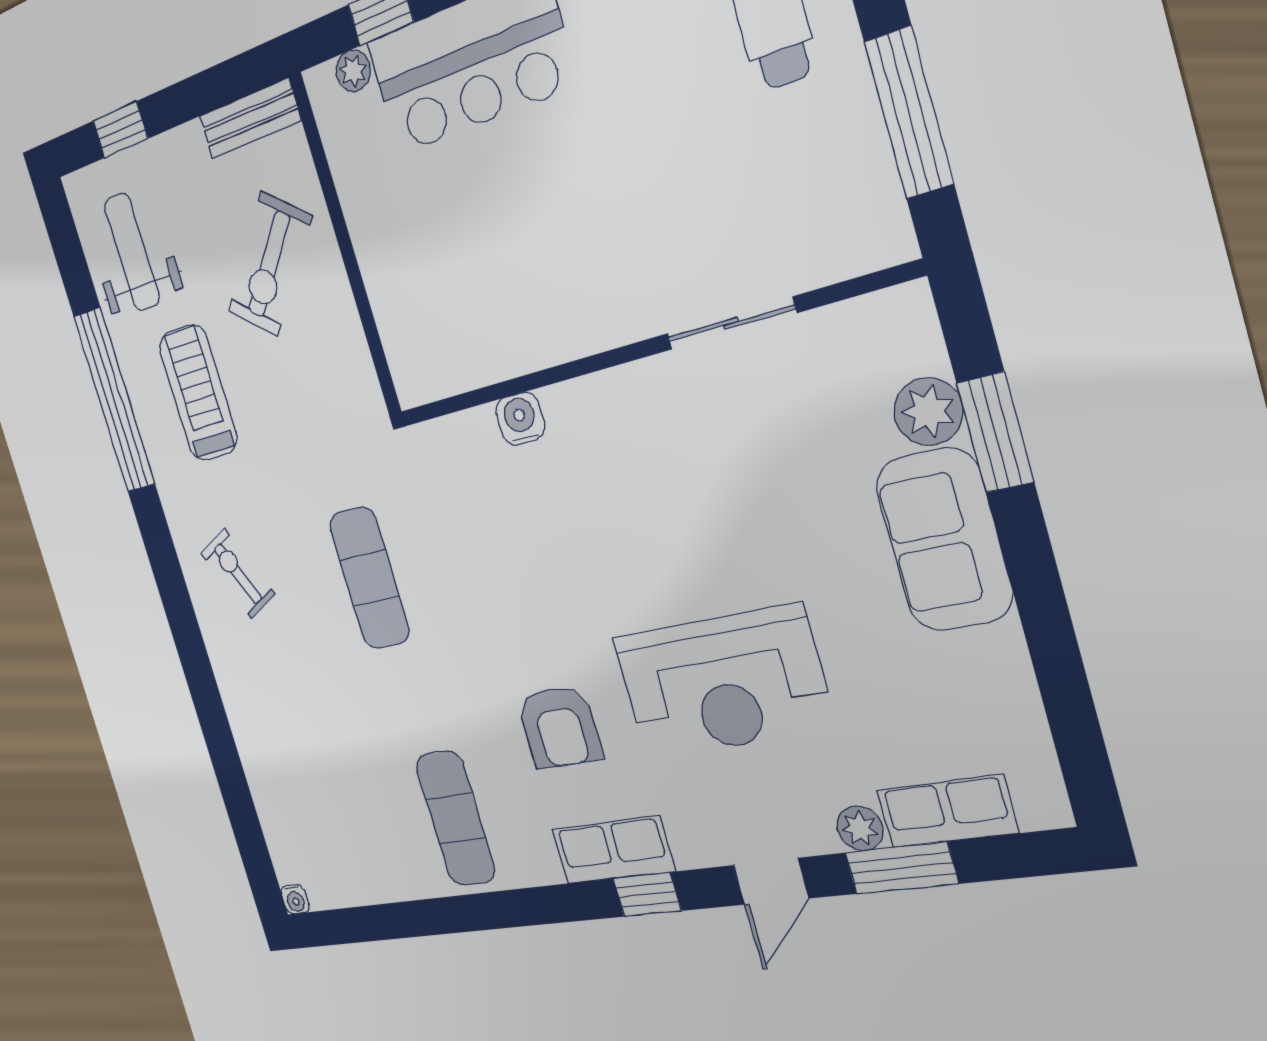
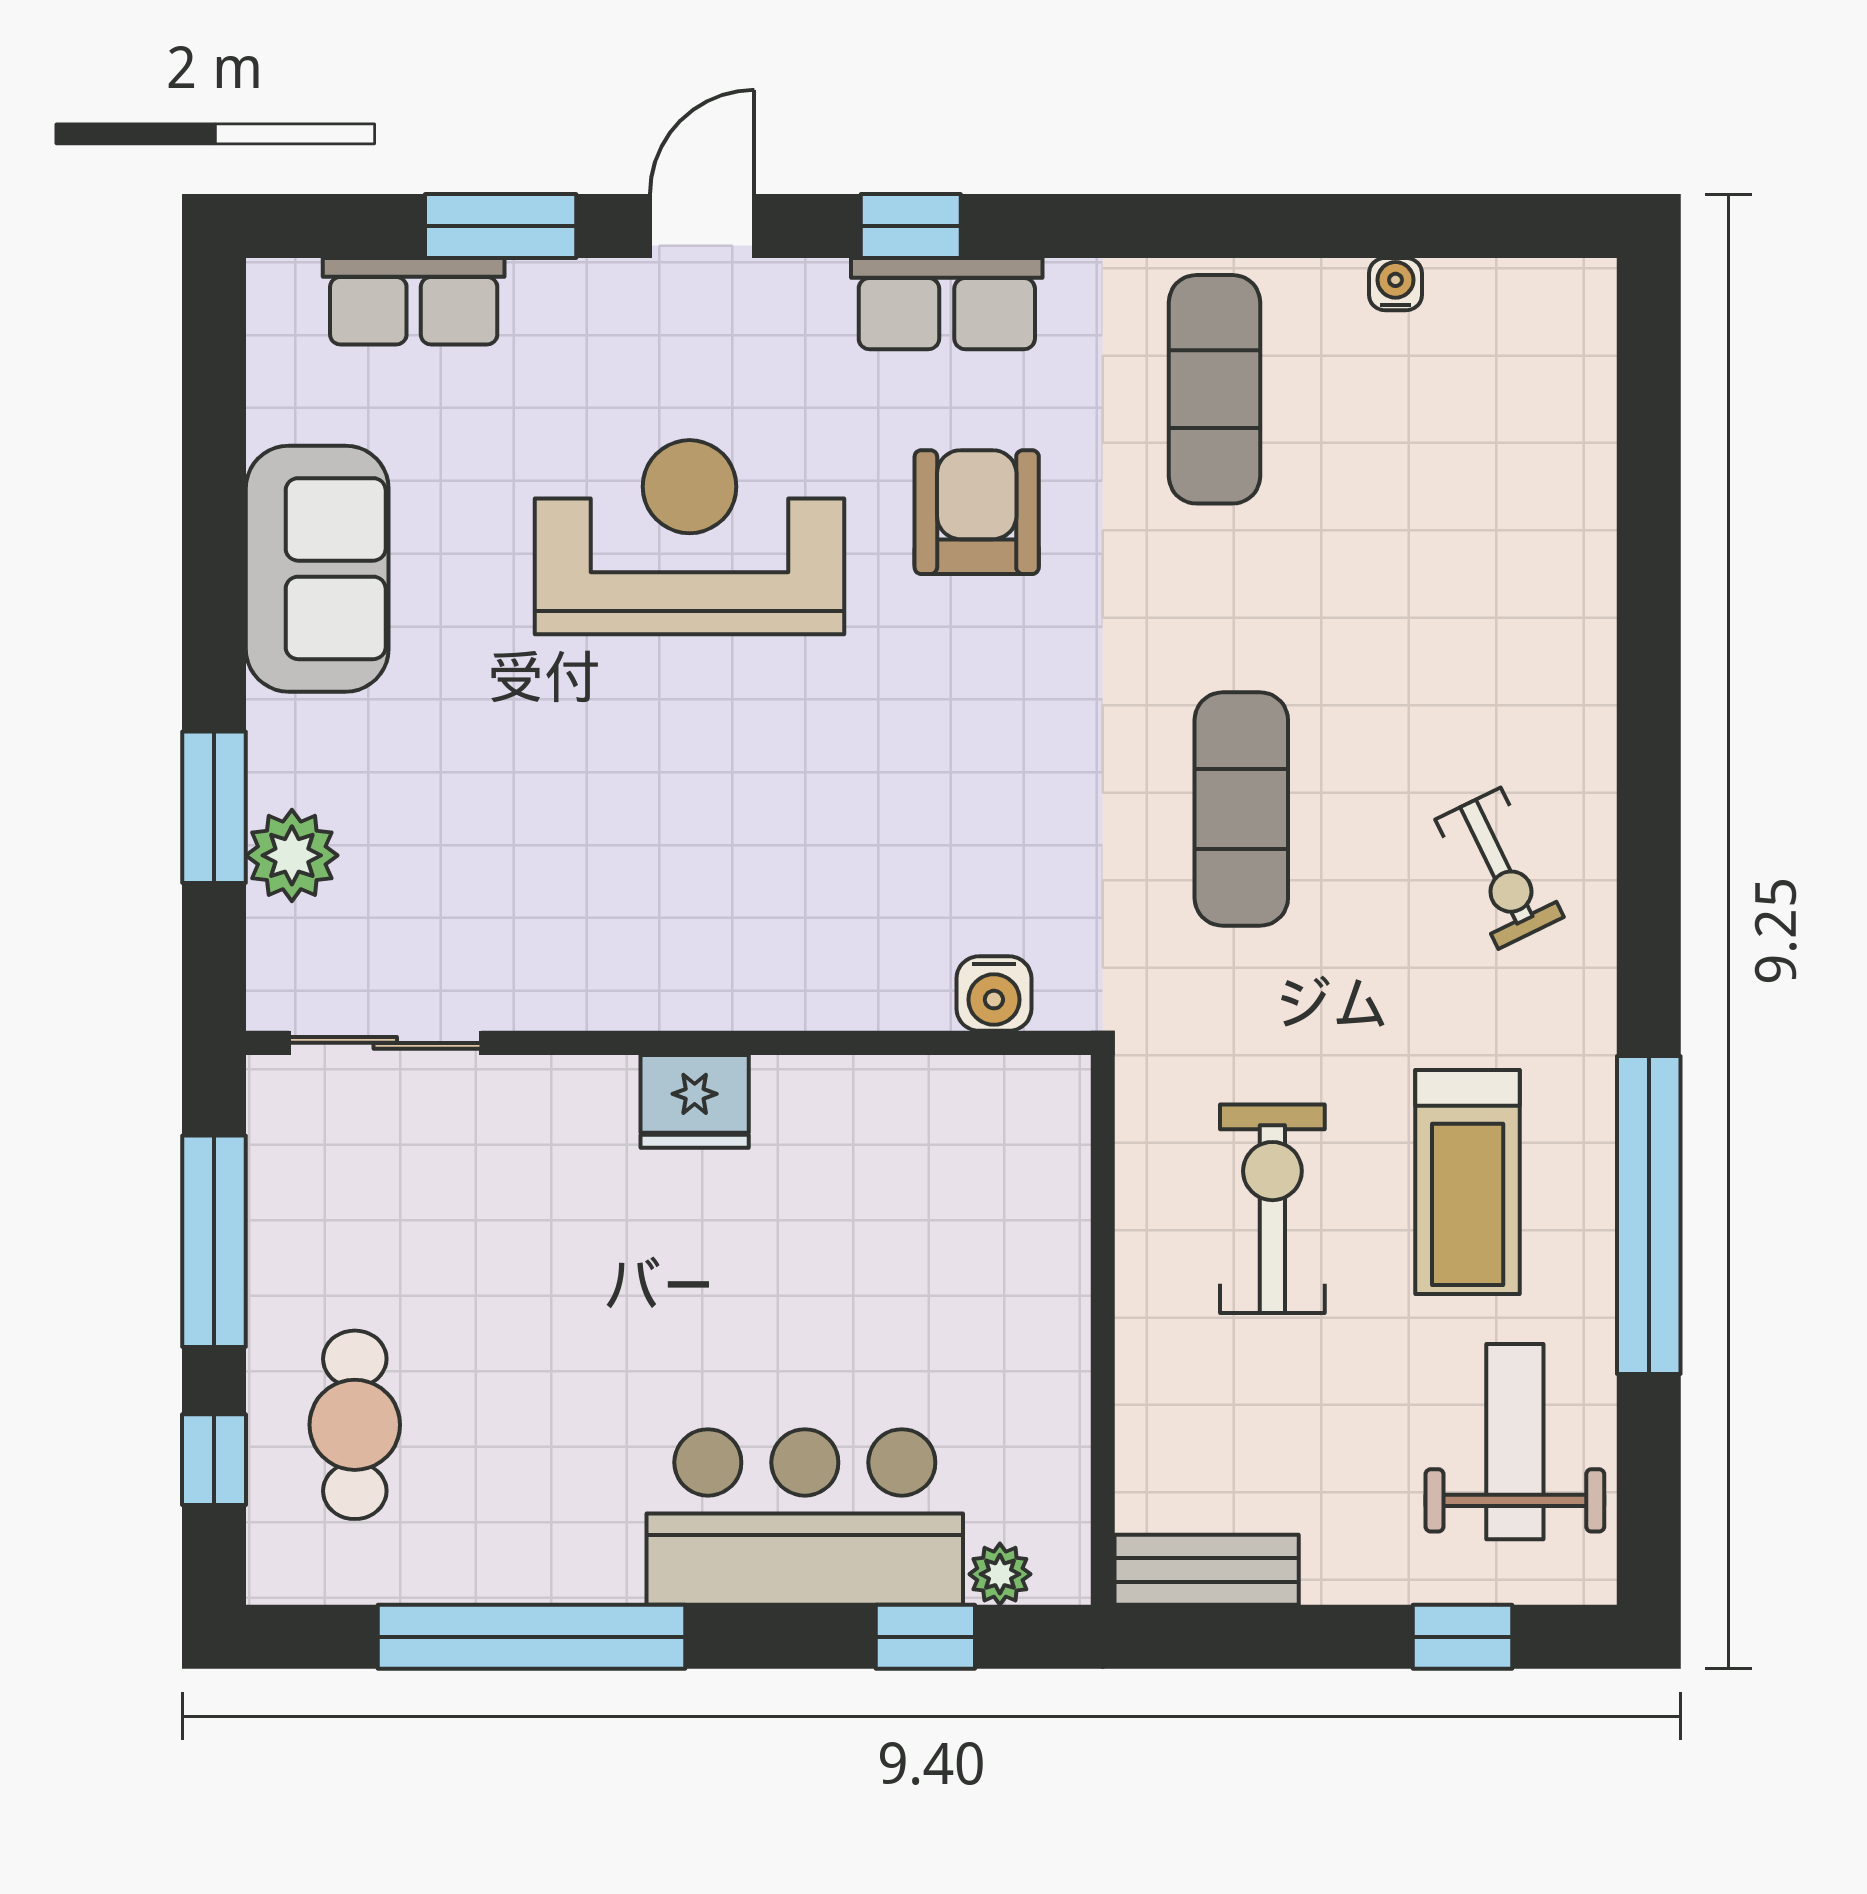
weight bench: (132, 252) -> (1515, 1442), turned 180
exercise bike: (269, 264) -> (1272, 1209), moved, turned -39
fridge: (614, 316) -> (695, 1101), added
sliding door: (731, 323) -> (385, 1043), moved
water cooler: (520, 419) -> (994, 994), moved
sofa: (944, 540) -> (317, 569), moved
plant: (860, 828) -> (545, 292), removed
water cooler: (295, 899) -> (1395, 284), moved

